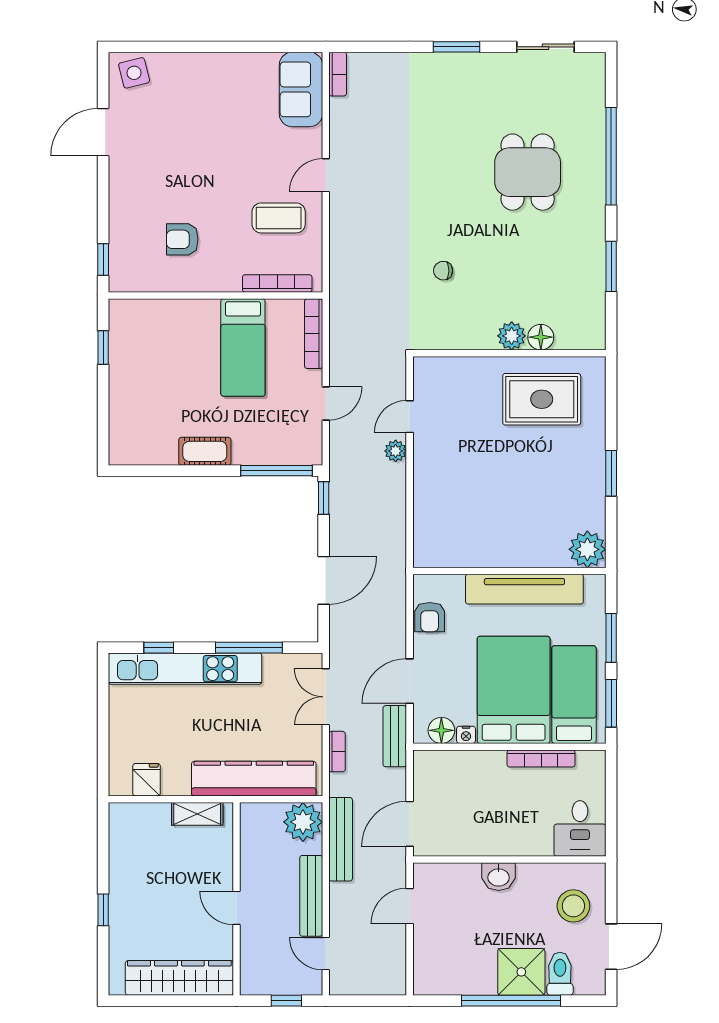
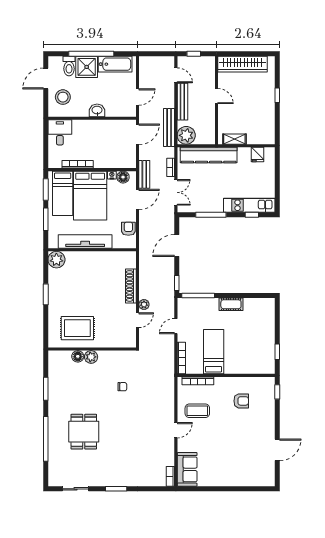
side table: (134, 73) -> (263, 477), removed
shoe rack: (424, 492) -> (131, 286), added
kitchen unit: (185, 669) -> (249, 205), width x0.73
bathtub: (459, 978) -> (115, 64), added

